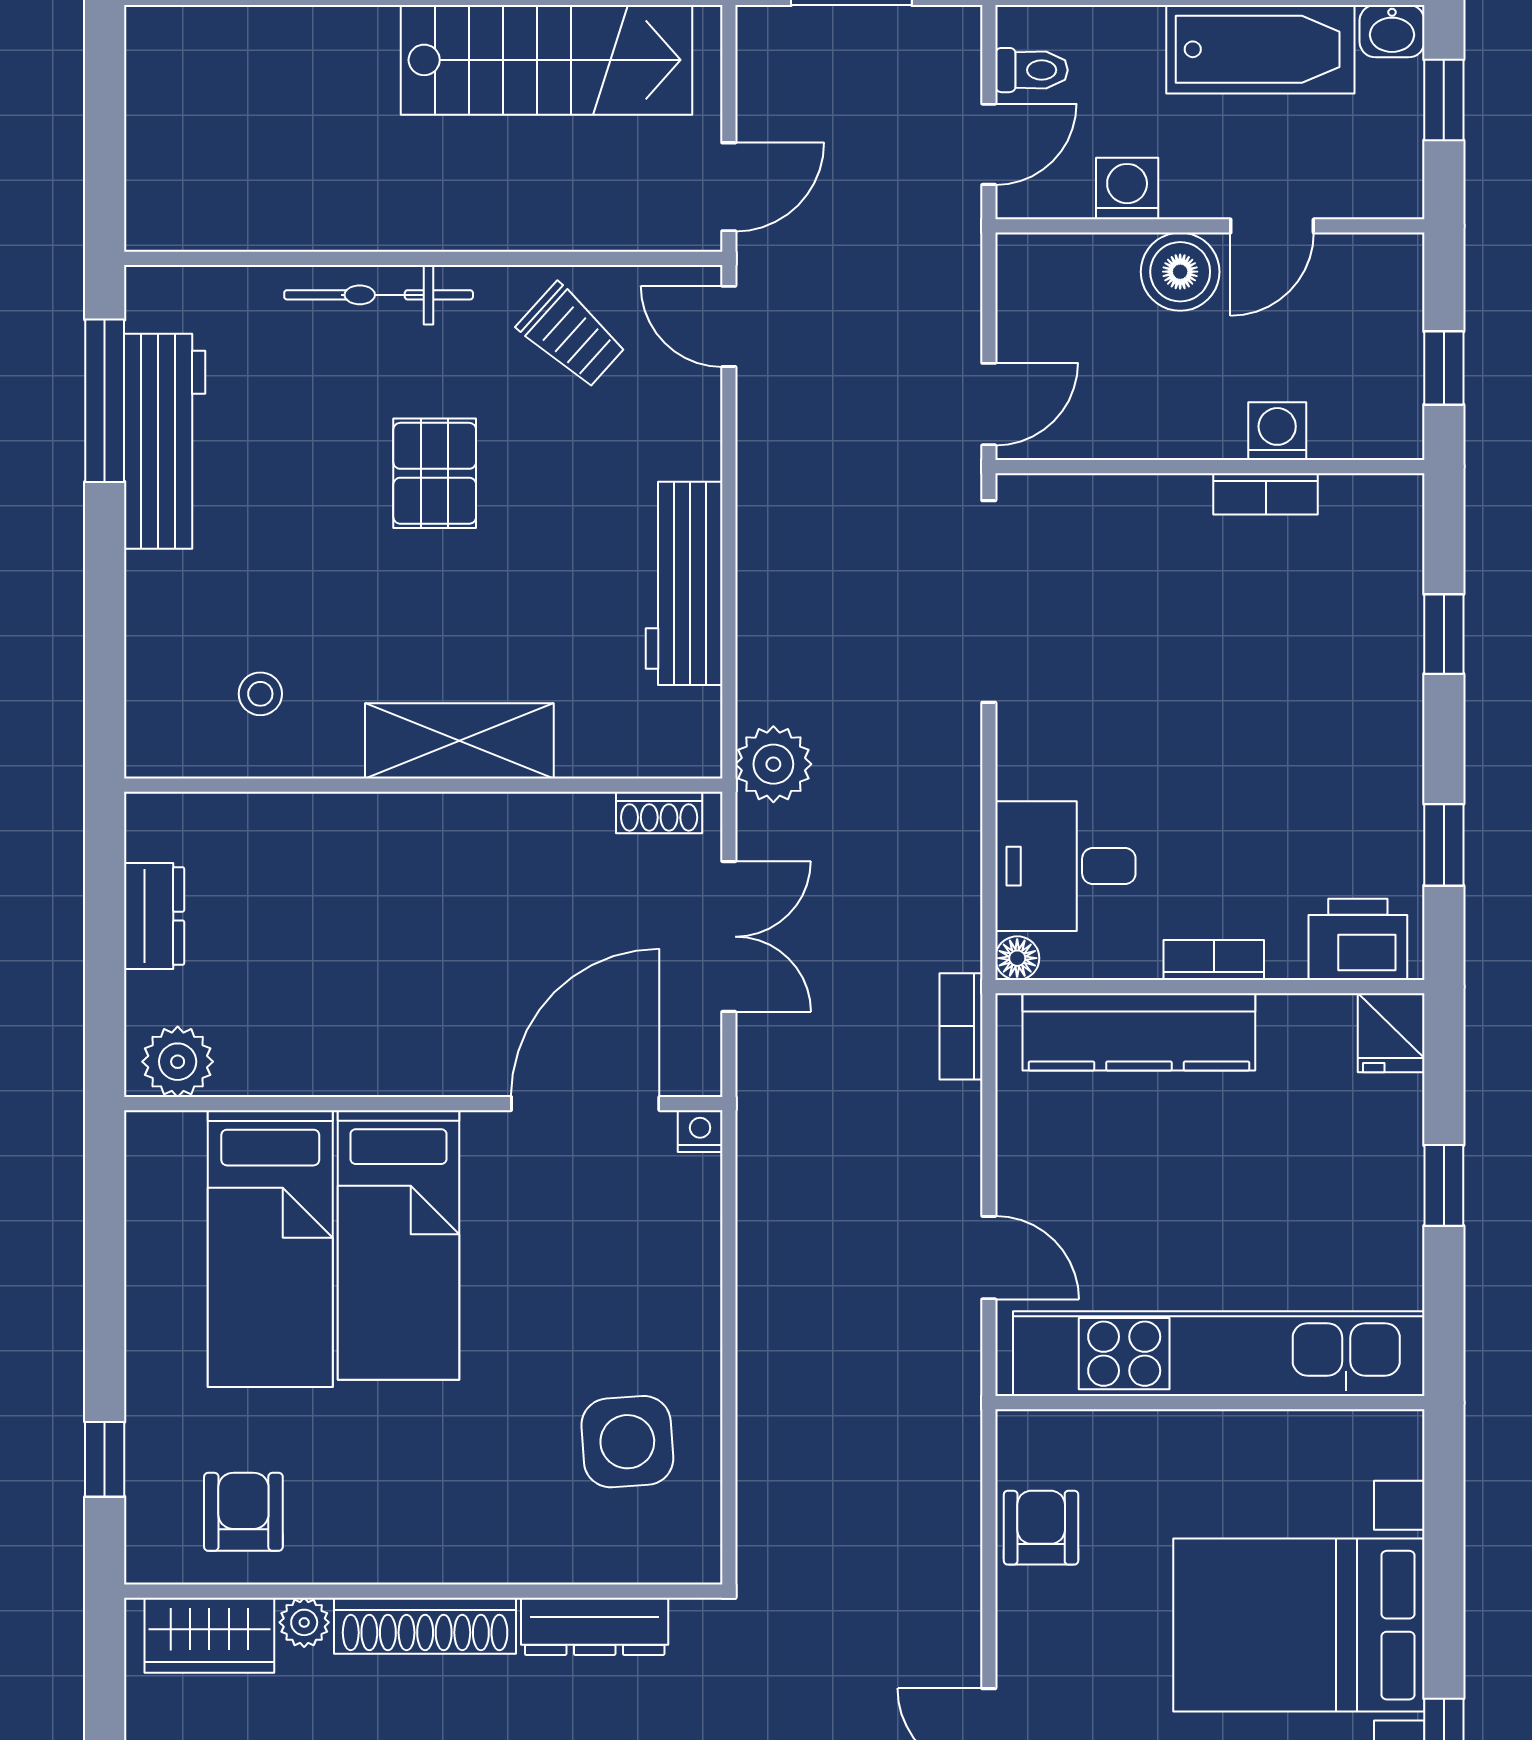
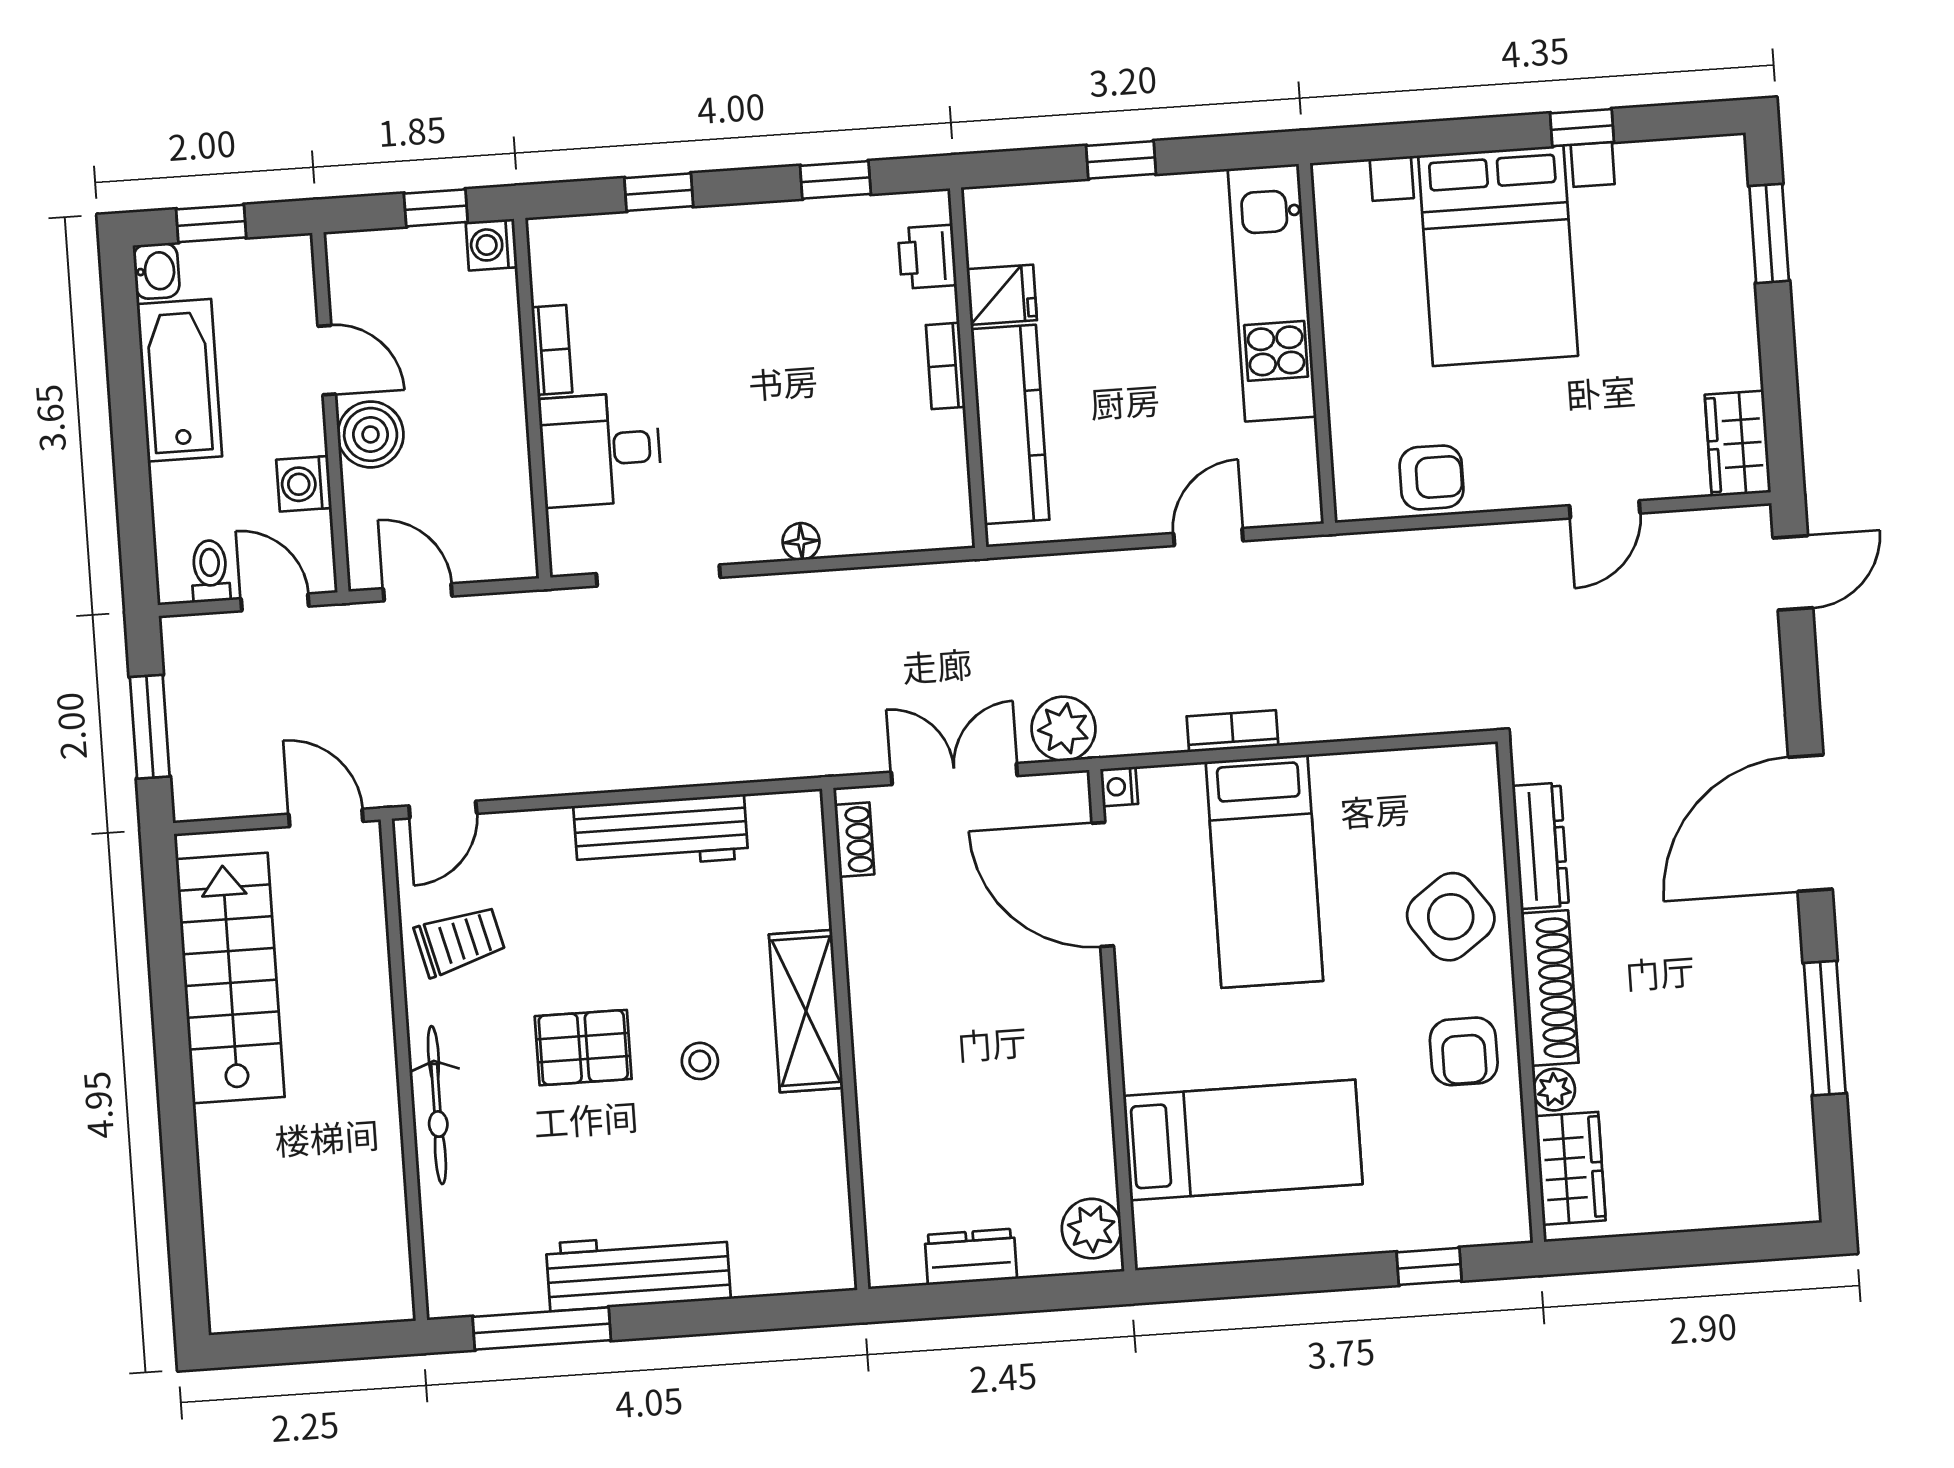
trolley: (572, 336) -> (460, 941), turned 34
door: (989, 404) -> (418, 592), moved
washing machine: (1277, 431) -> (492, 245), moved
workbench: (165, 441) -> (638, 1271), moved
doorway: (989, 601) -> (658, 576), width x0.73
stool: (260, 694) -> (700, 1061), moved
plant: (773, 764) -> (1064, 729), moved
desk: (1065, 866) -> (600, 449), moved, turned 90
printer: (1358, 939) -> (927, 257), width x0.73, depth x0.81
floor lamp: (1017, 958) -> (801, 542), moved
bookcase: (961, 1026) -> (1232, 731), moved, turned 180
fridge: (1391, 1033) -> (1002, 295), moved
bed: (398, 1245) -> (1264, 871), moved, turned 90
kitchen unit: (1219, 1354) -> (1272, 293), width x0.73
side table: (627, 1442) -> (1451, 917), moved, turned -32
armchair: (243, 1512) -> (1464, 1051), moved, turned -90
armchair: (1041, 1528) -> (1431, 477), turned 180

